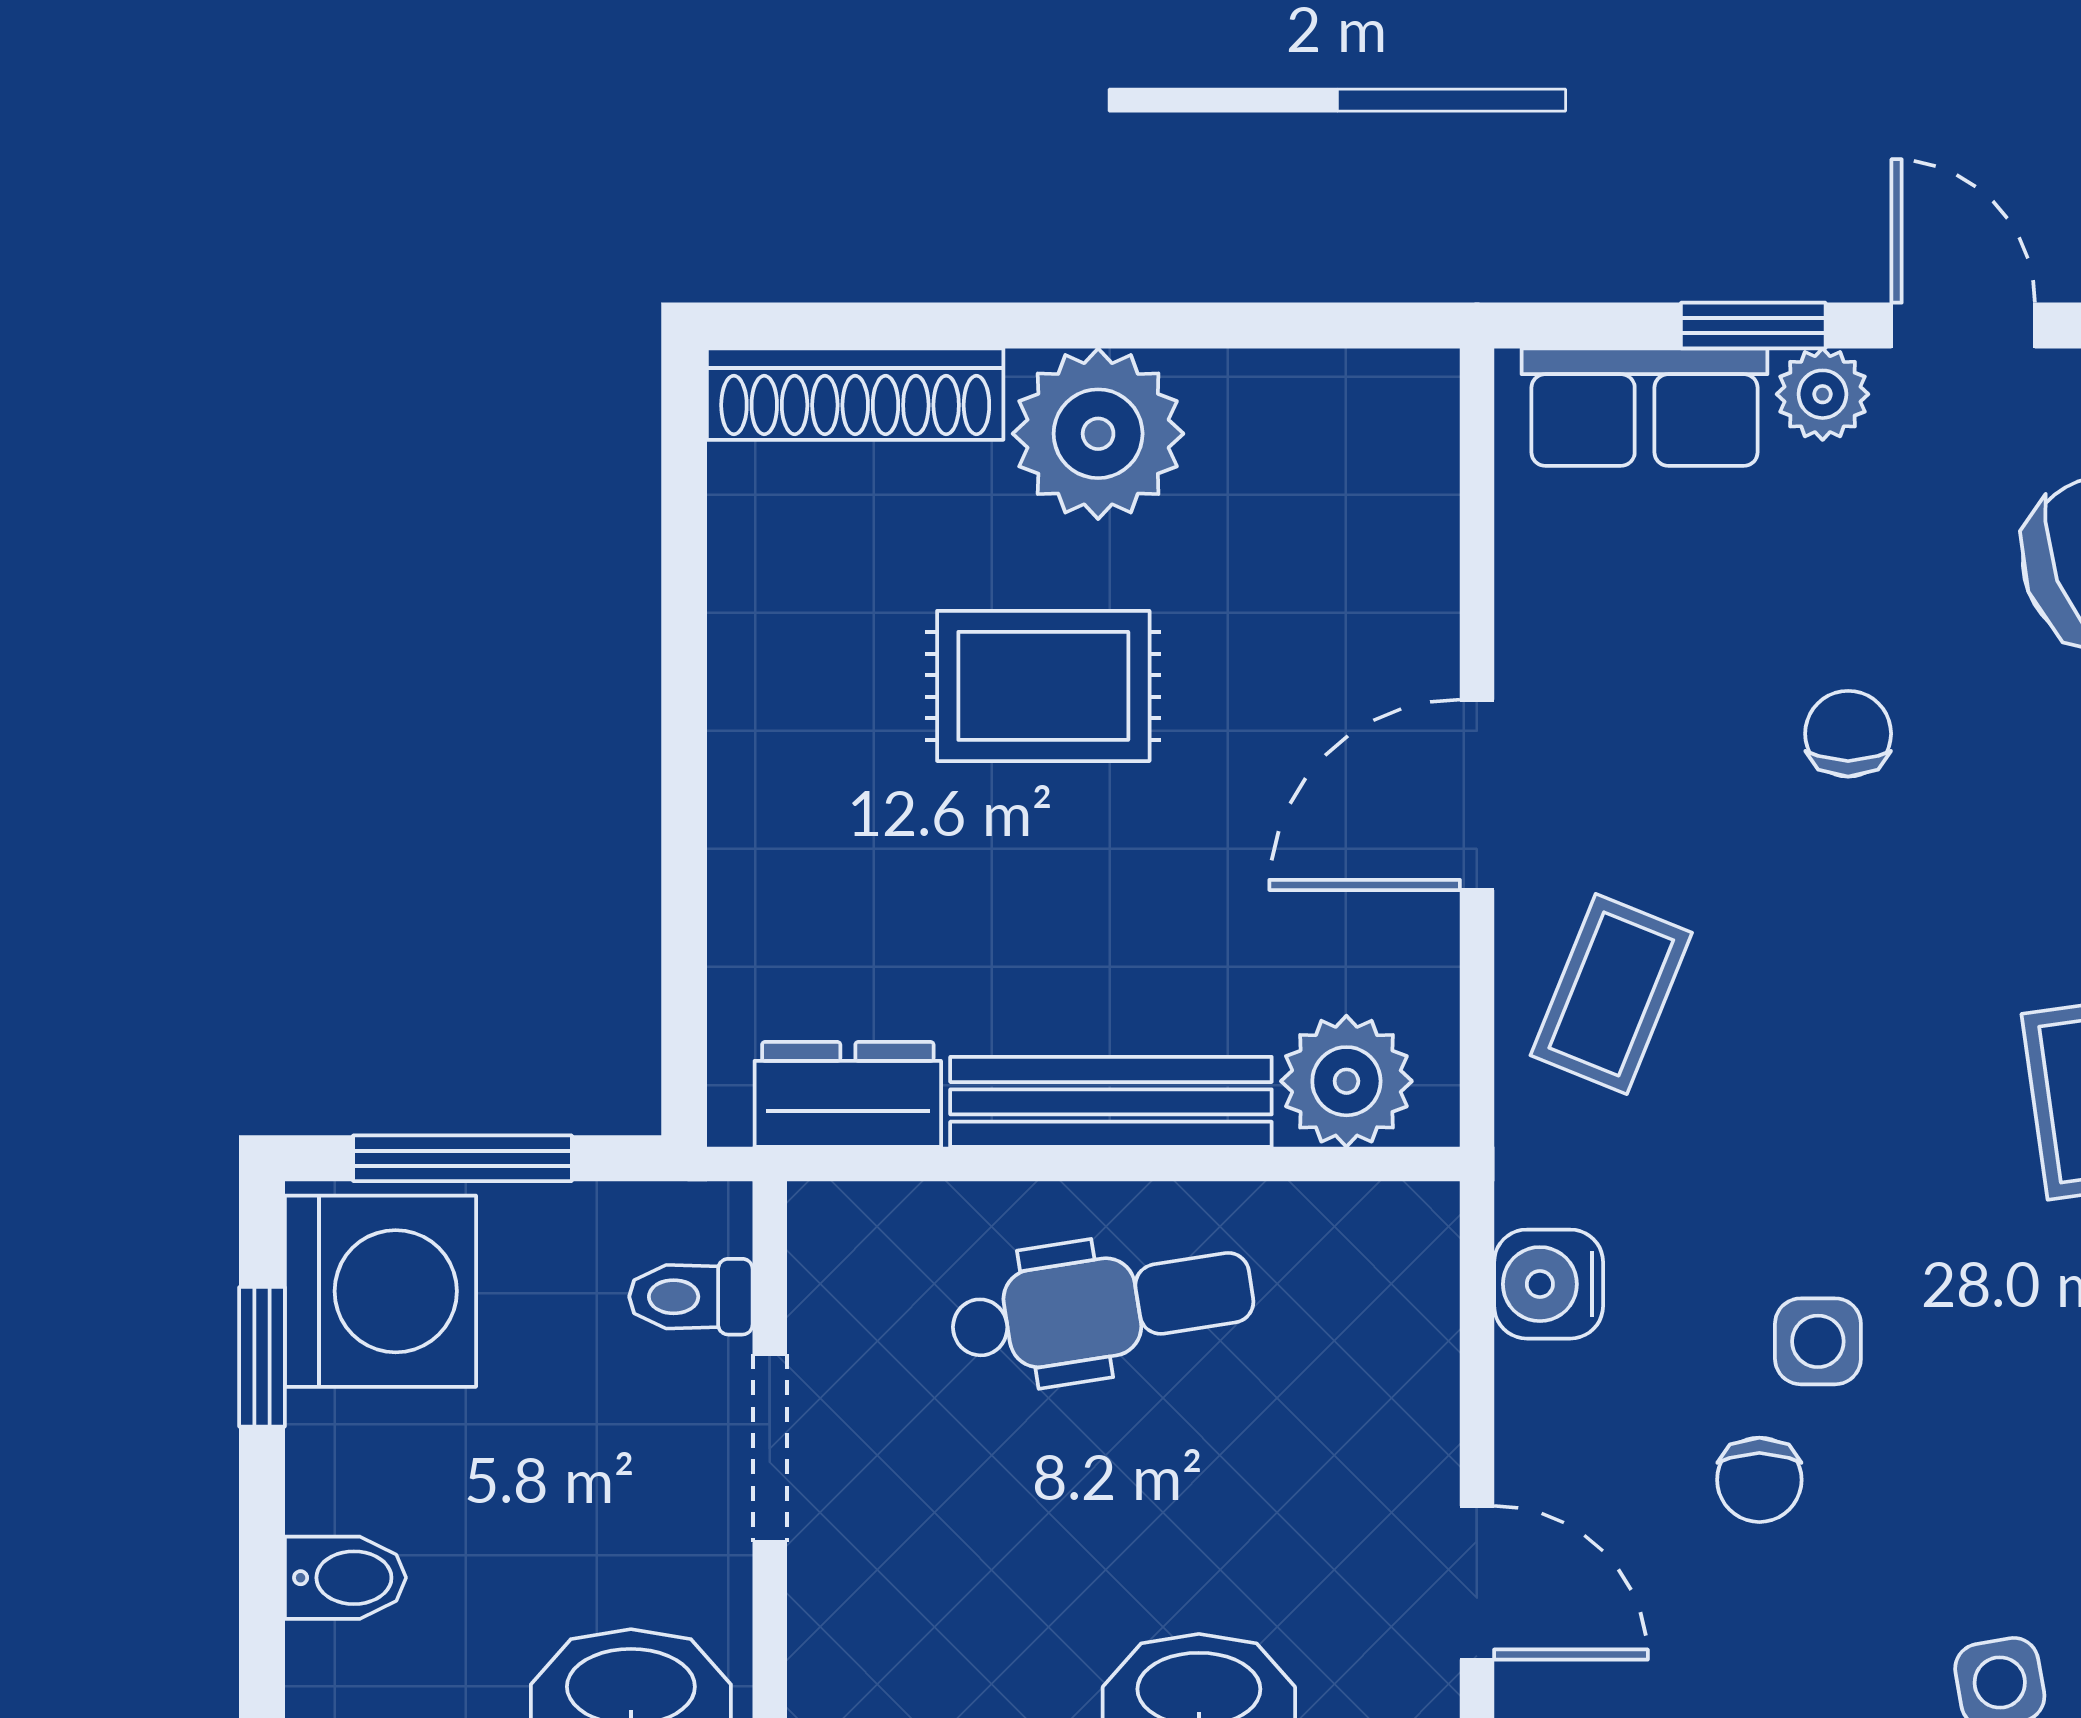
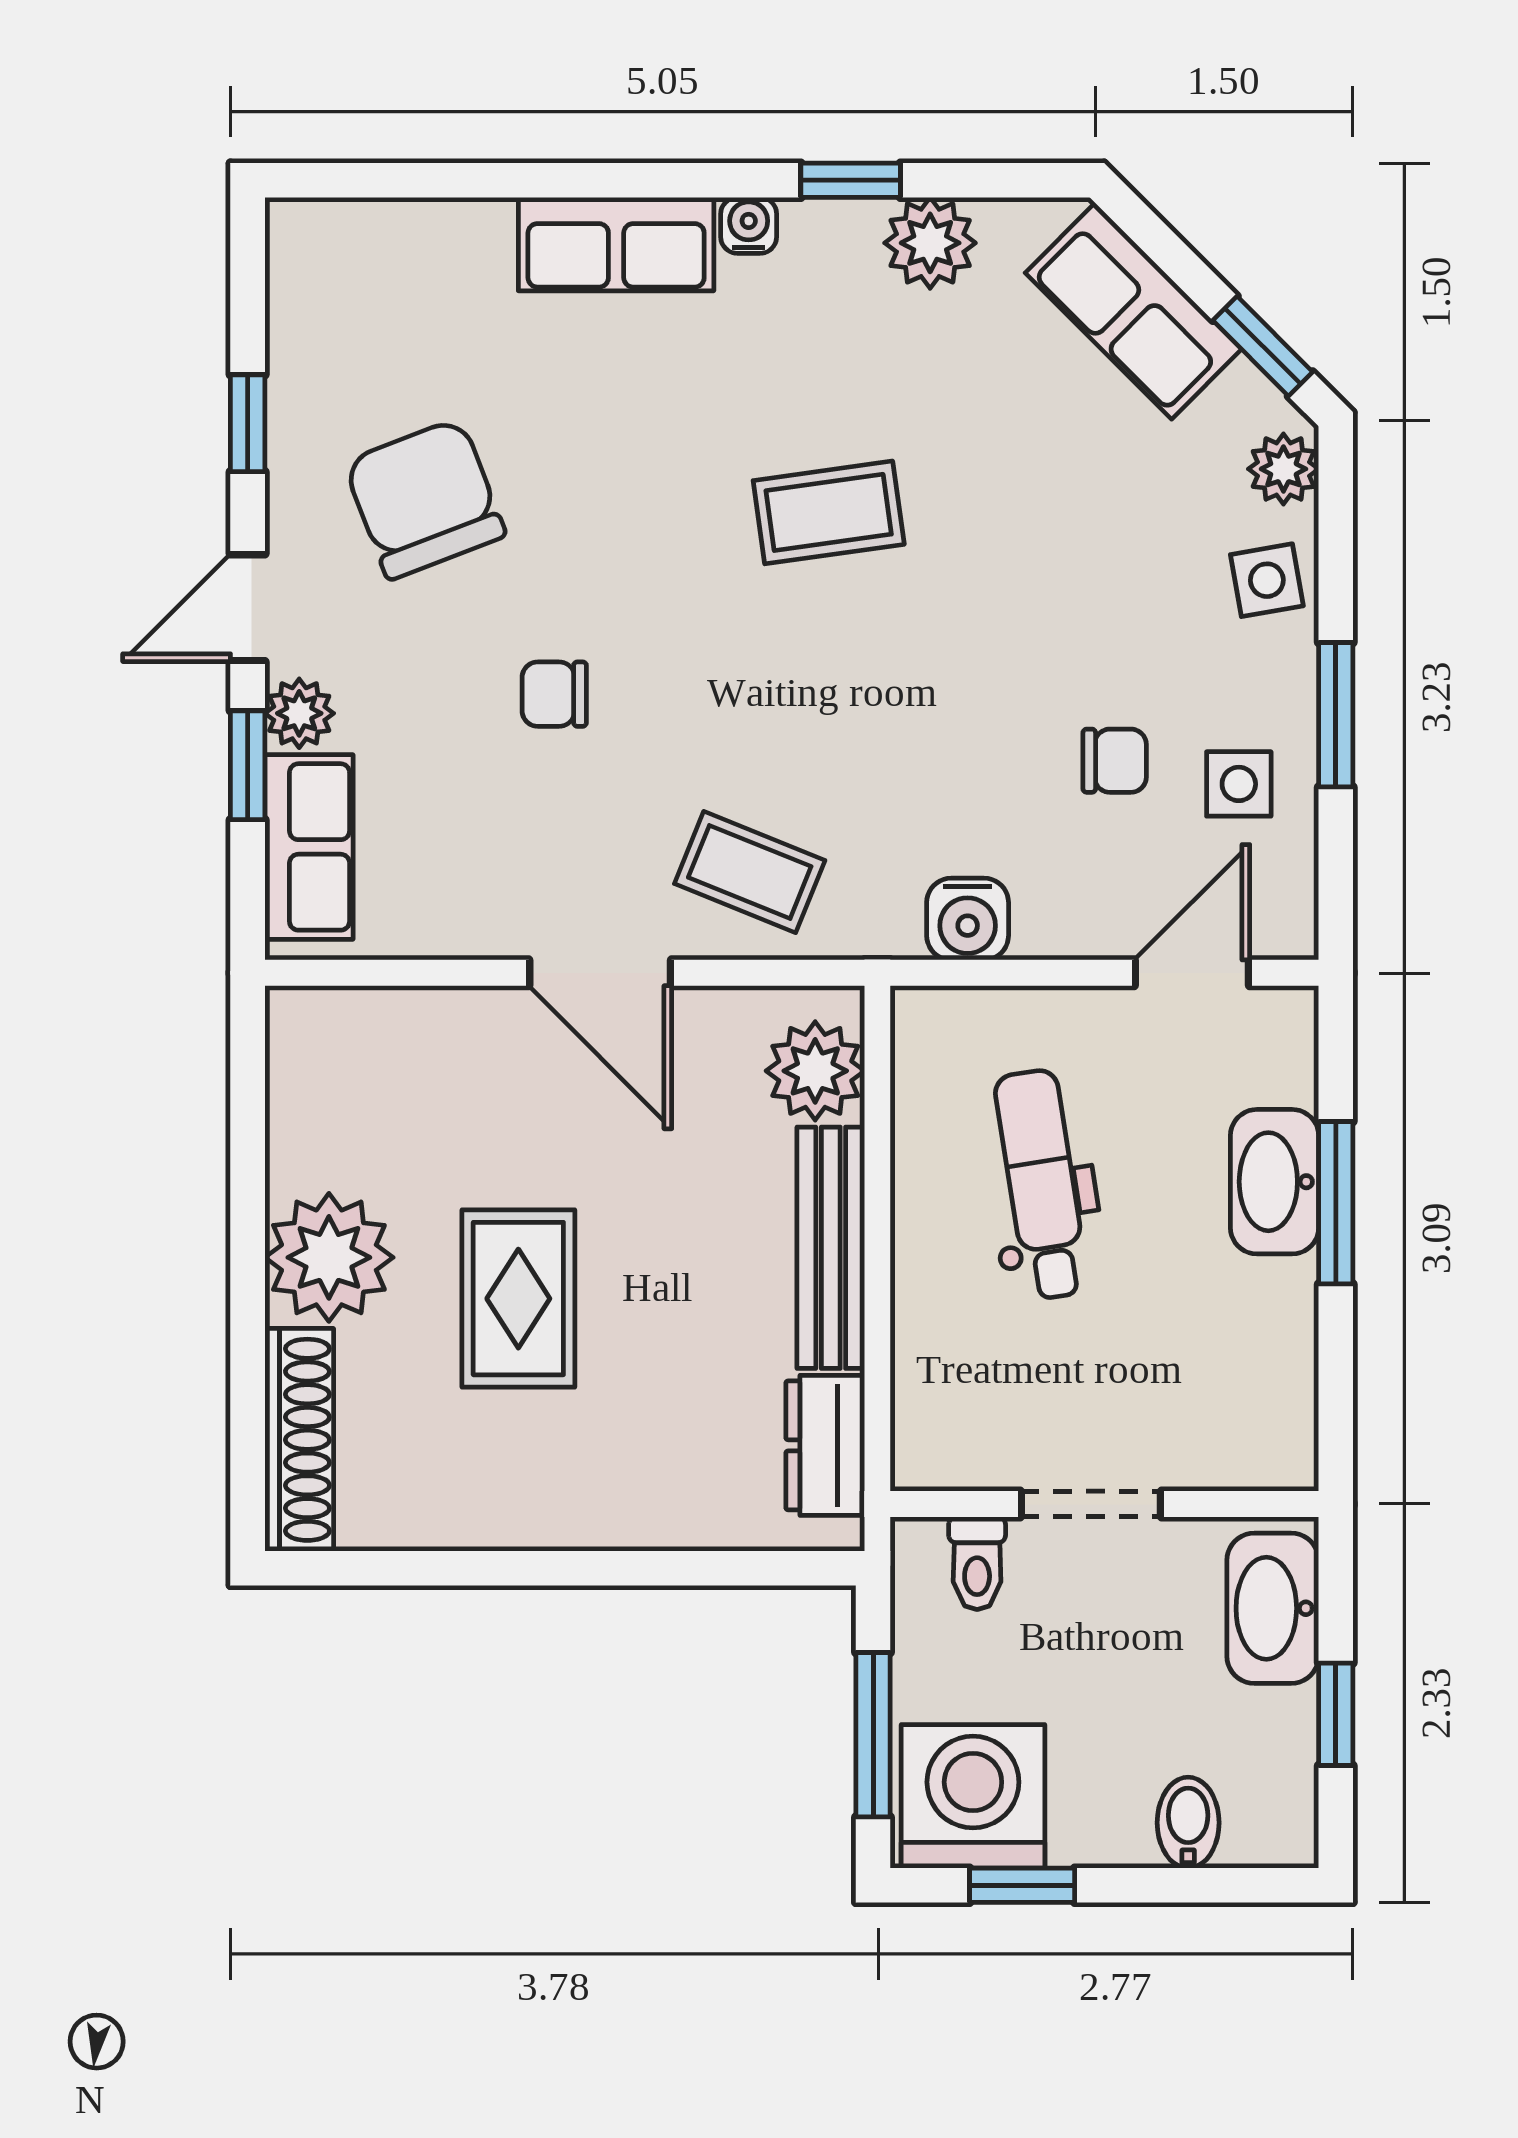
dental chair: (1102, 1308) -> (1042, 1185), moved
side table: (1818, 1341) -> (1239, 784), moved

